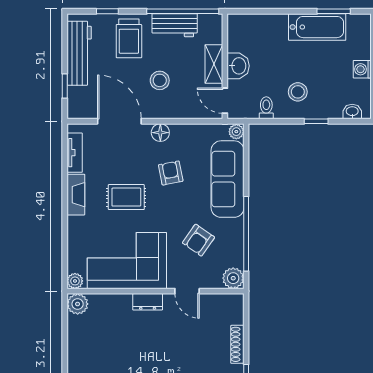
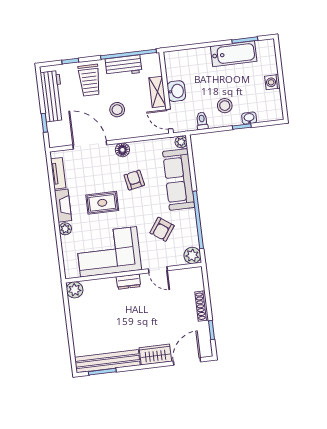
washbasin: (352, 112) -> (249, 118), moved
plant: (75, 281) -> (65, 229), moved

